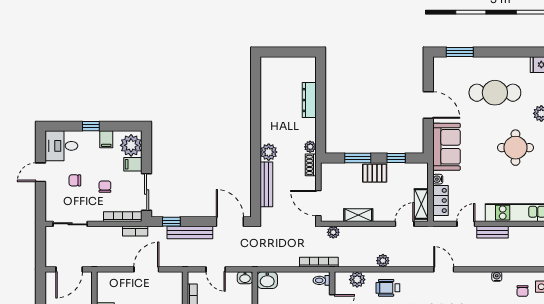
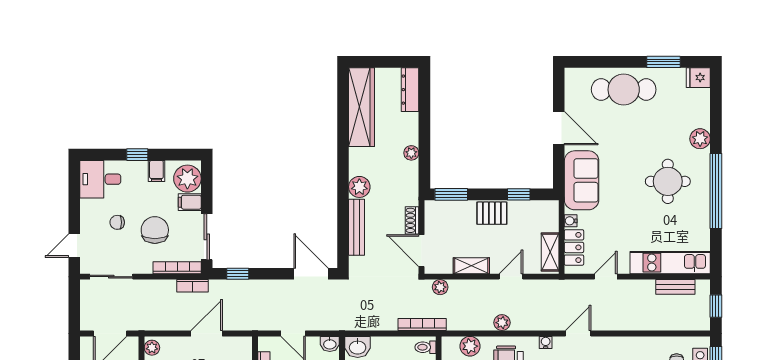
window: (460, 52) -> (663, 62), moved
wardrobe: (270, 88) -> (362, 107), added
cafe table: (495, 93) -> (624, 90), moved
dresser: (309, 100) -> (410, 90), moved
plant: (310, 147) -> (411, 153), moved
window: (358, 158) -> (451, 194), moved
shoe rack: (311, 165) -> (412, 220), moved
door: (41, 172) -> (74, 246), moved
chair: (105, 187) -> (155, 230), width x1.87, depth x1.87
door: (405, 224) -> (511, 277), moved
bench: (492, 232) -> (675, 287), moved
bench: (190, 233) -> (261, 287), removed
door: (444, 269) -> (578, 333), hinge flipped
water cooler: (497, 277) -> (546, 342), moved
plant: (103, 281) -> (152, 348), added

